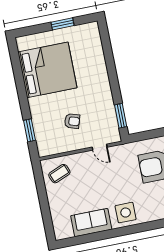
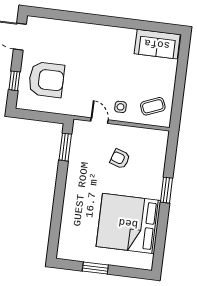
window: (29, 130) -> (166, 190), moved
side table: (126, 213) -> (121, 107), moved, width x0.54, depth x0.54
sofa: (91, 223) -> (157, 44), moved

